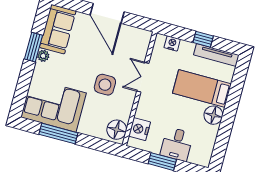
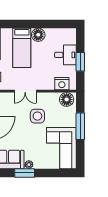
window: (58, 134) -> (80, 126), moved

